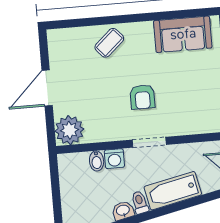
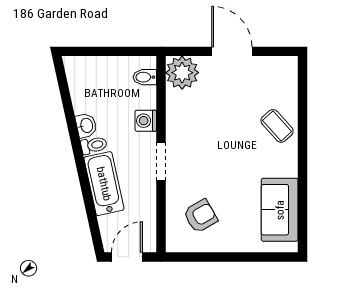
armchair: (142, 97) -> (200, 216), moved, turned 150
bidet: (97, 161) -> (145, 77), moved

